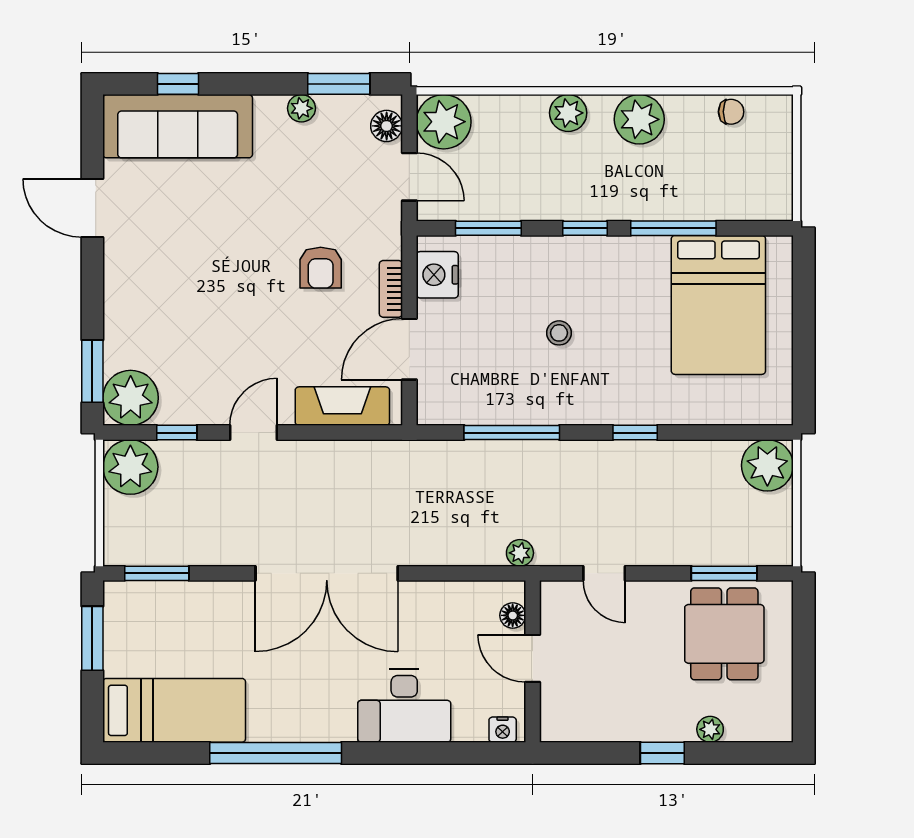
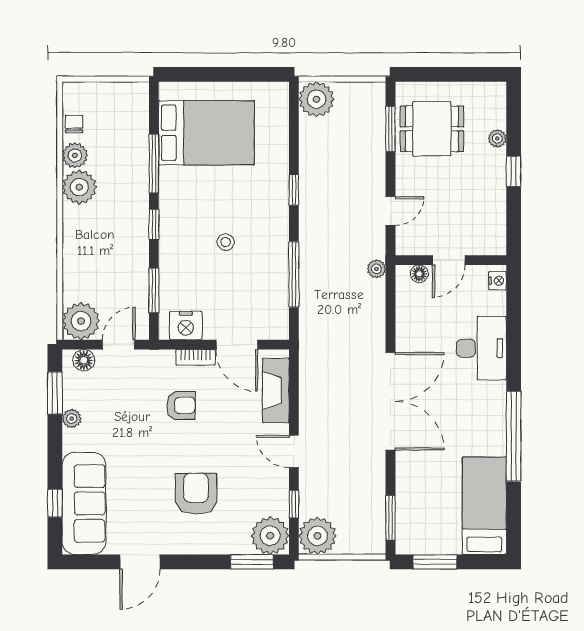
plant: (568, 113) -> (75, 155), moved
armchair: (192, 290) -> (196, 494), added

